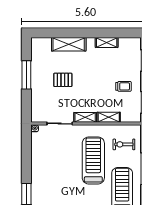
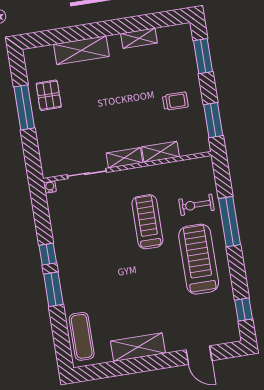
pallet: (63, 80) -> (49, 95), moved, turned 90
exercise bike: (124, 144) -> (196, 205), moved
treadmill: (93, 160) -> (147, 222), width x0.73, depth x0.73
window: (26, 171) -> (48, 254), added

